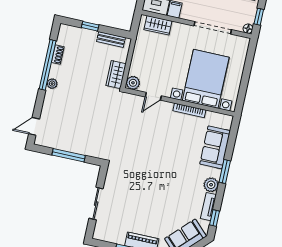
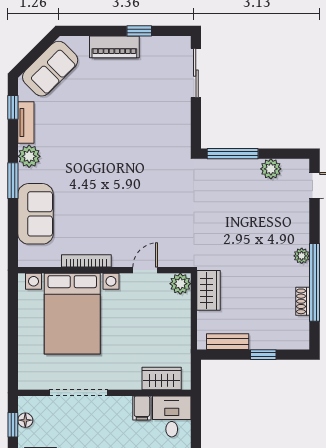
floor lamp: (248, 29) -> (25, 420), moved
plant: (59, 143) -> (271, 169), added
window: (69, 155) -> (233, 154), moved
sliding door: (96, 204) -> (196, 73), moved

